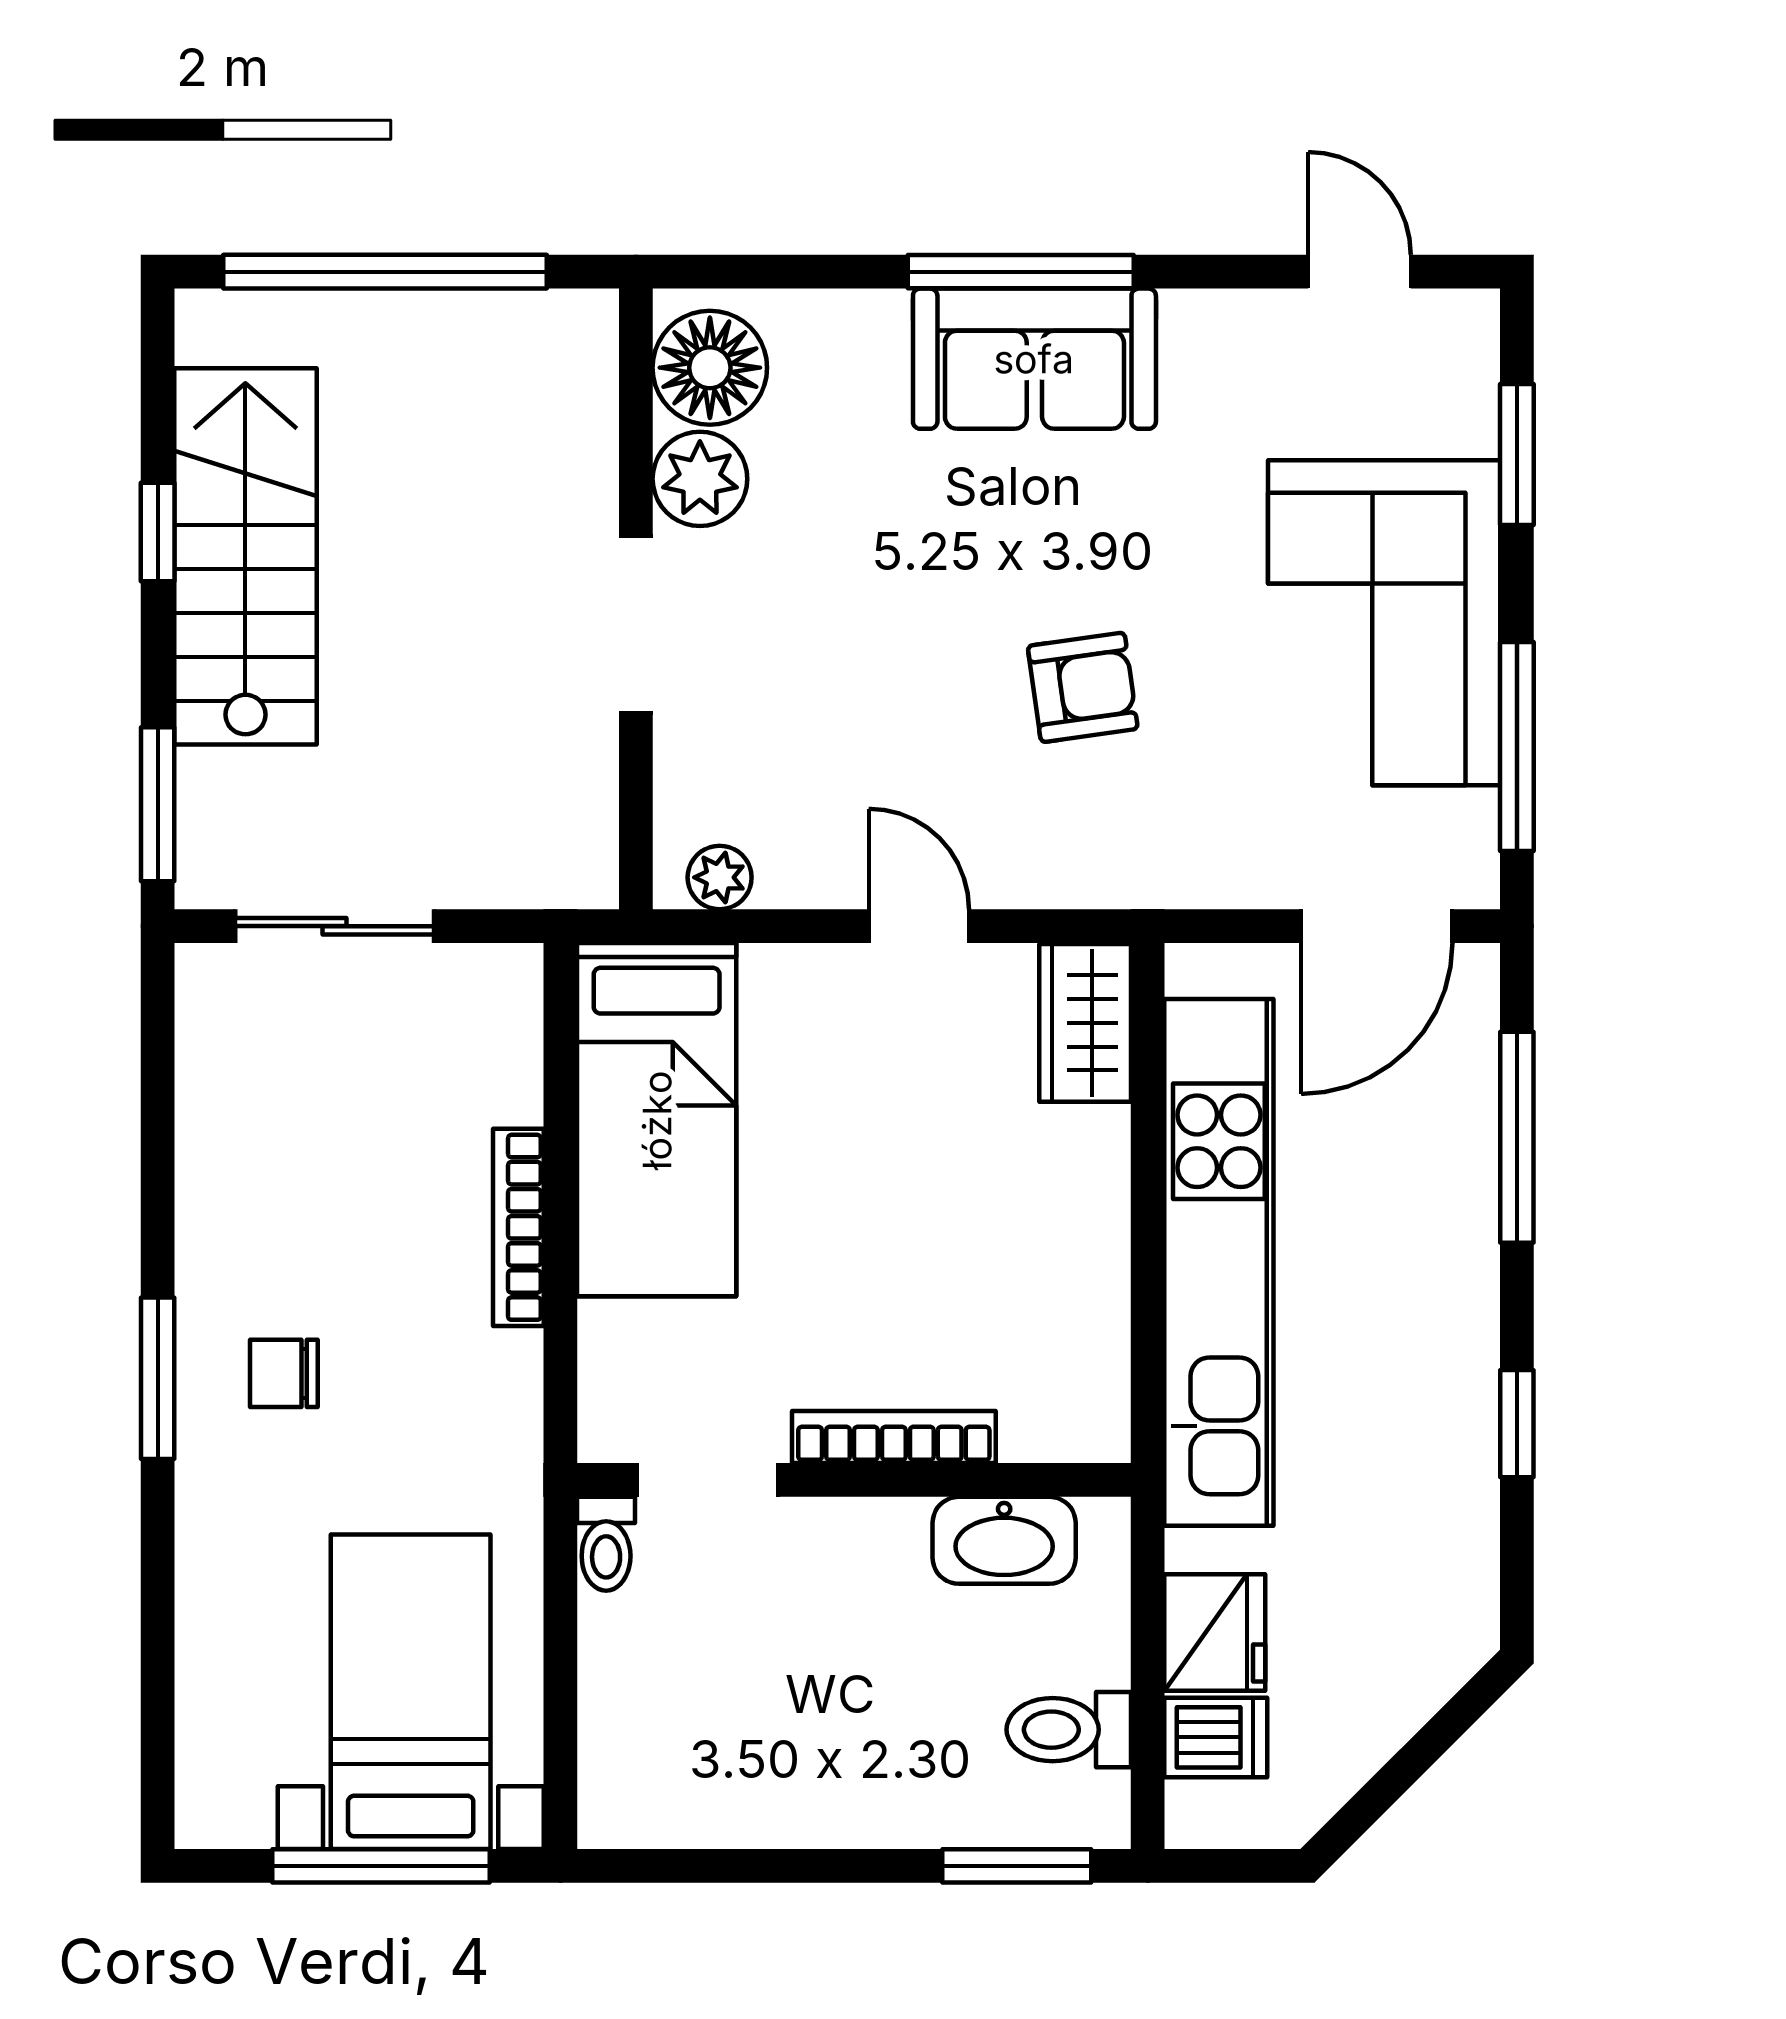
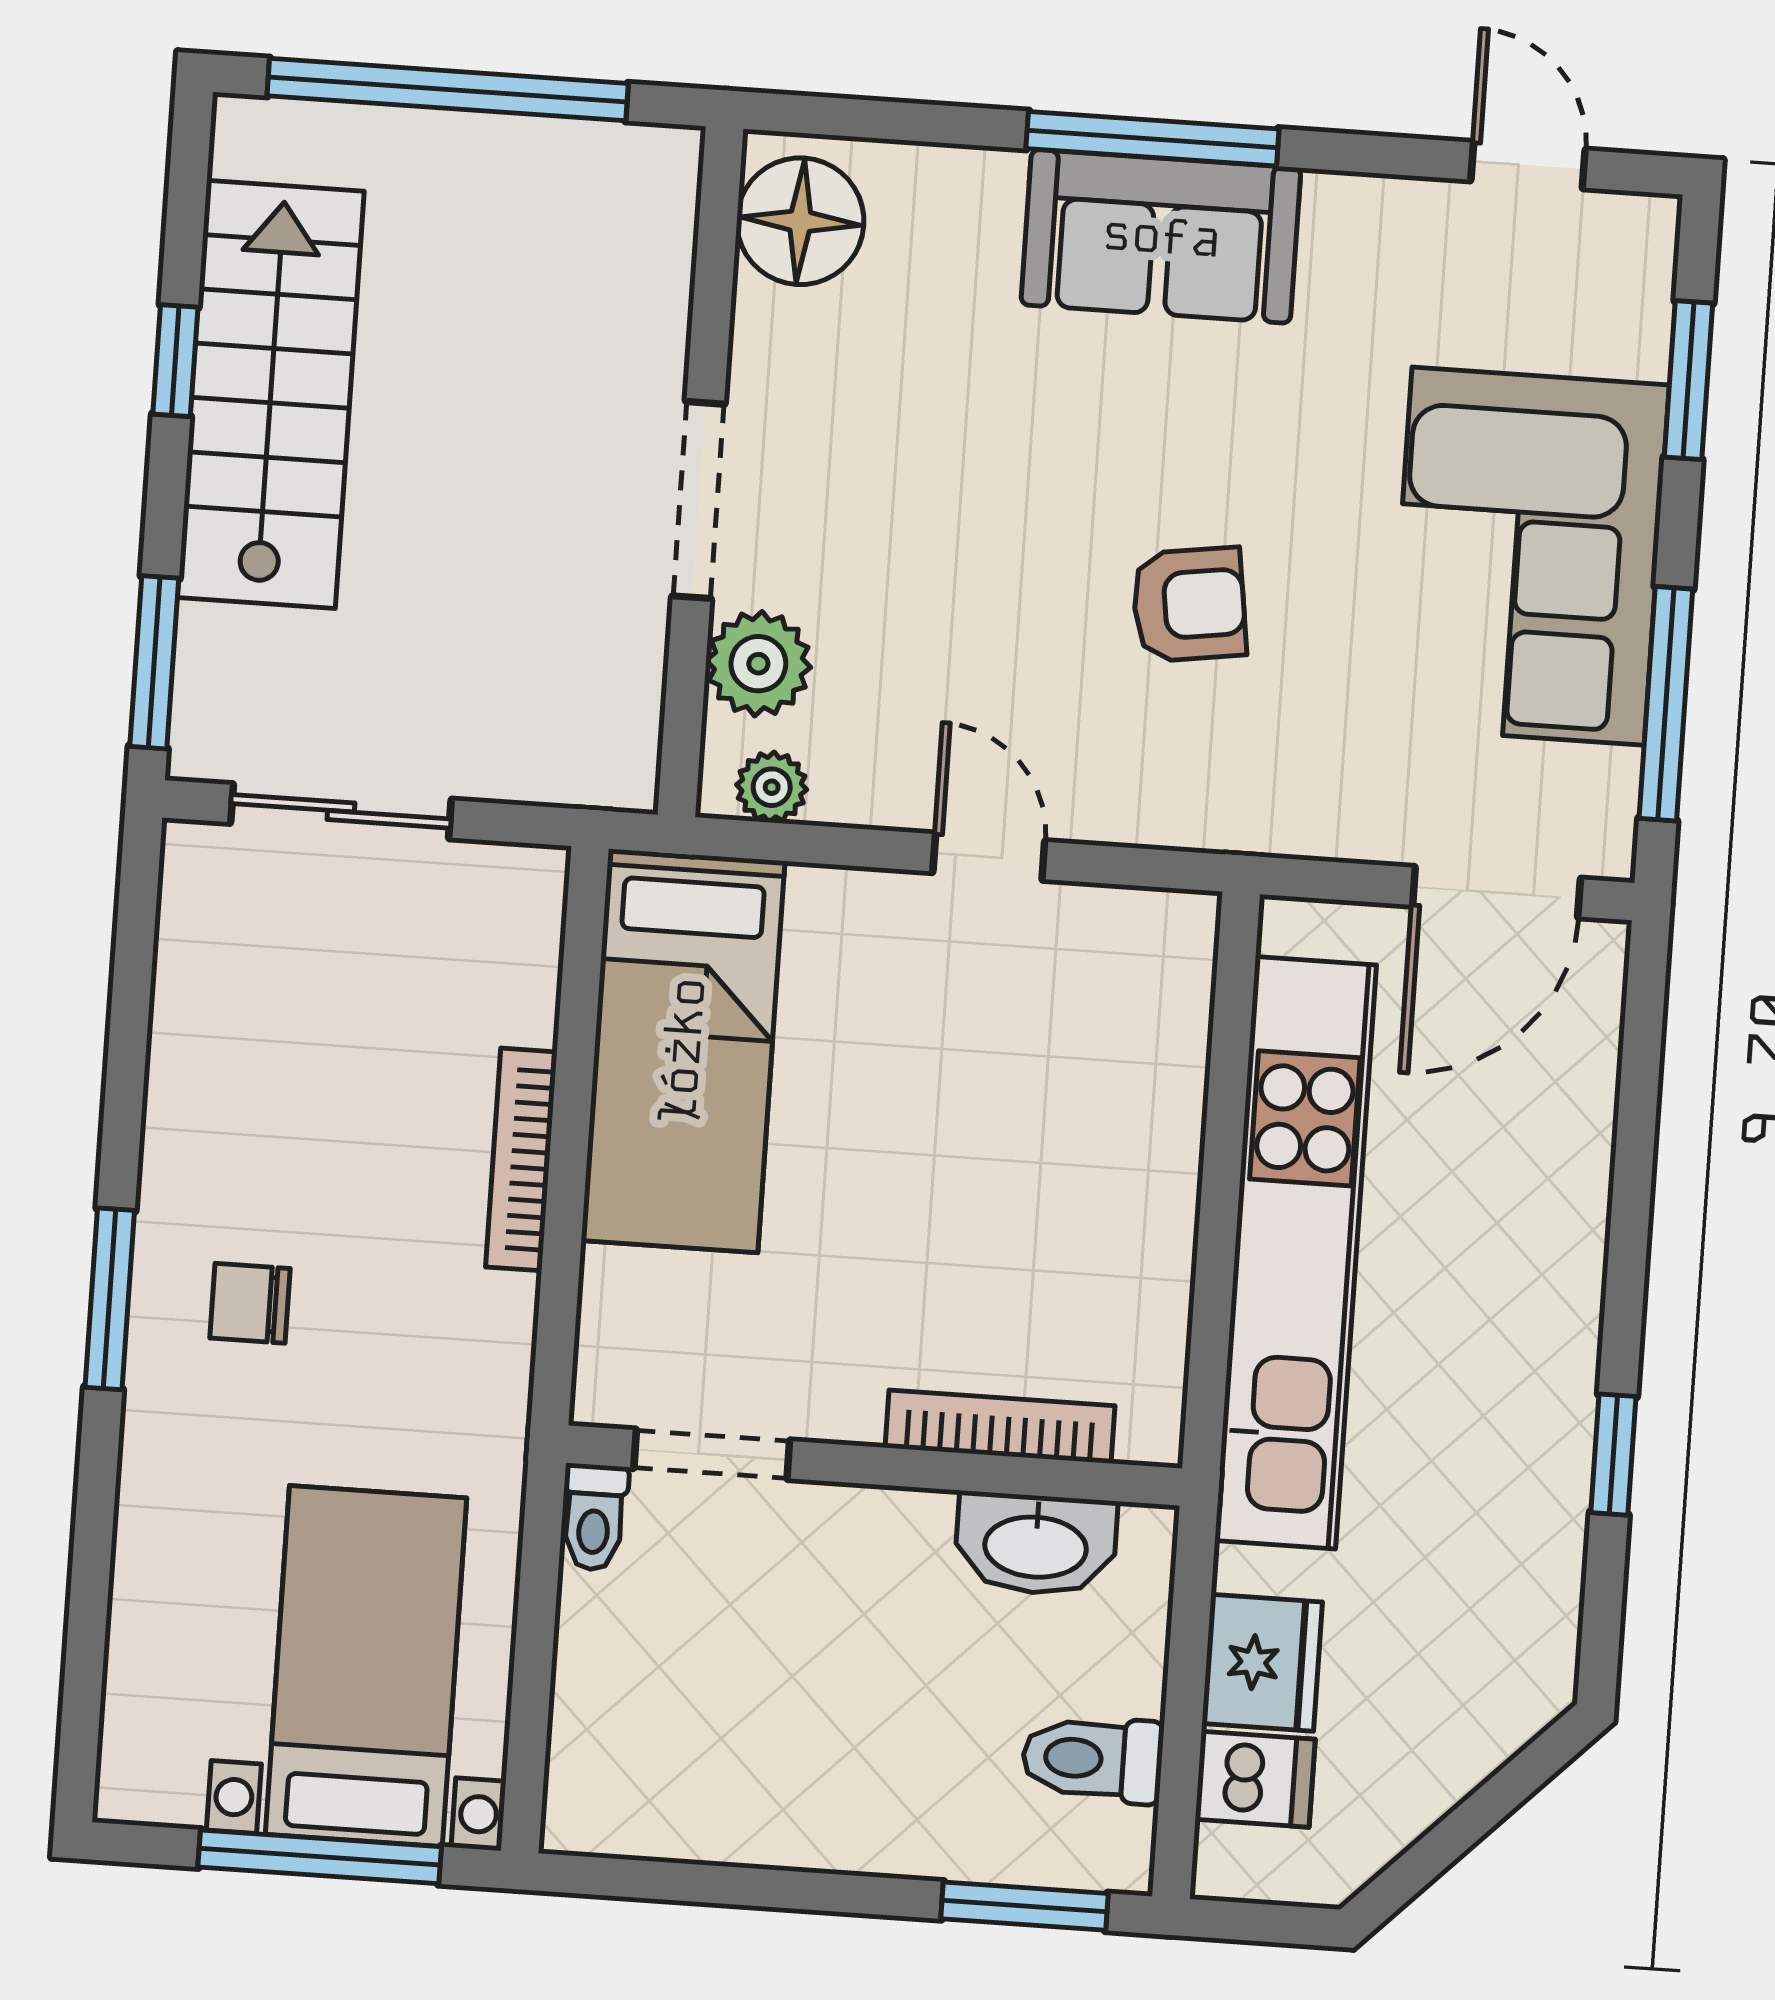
plant: (700, 479) -> (758, 664), moved
wardrobe: (1085, 1023) -> (1166, 977), removed
window: (1517, 1137) -> (1636, 1137), removed
bookcase: (894, 1437) -> (1000, 1427), moved

